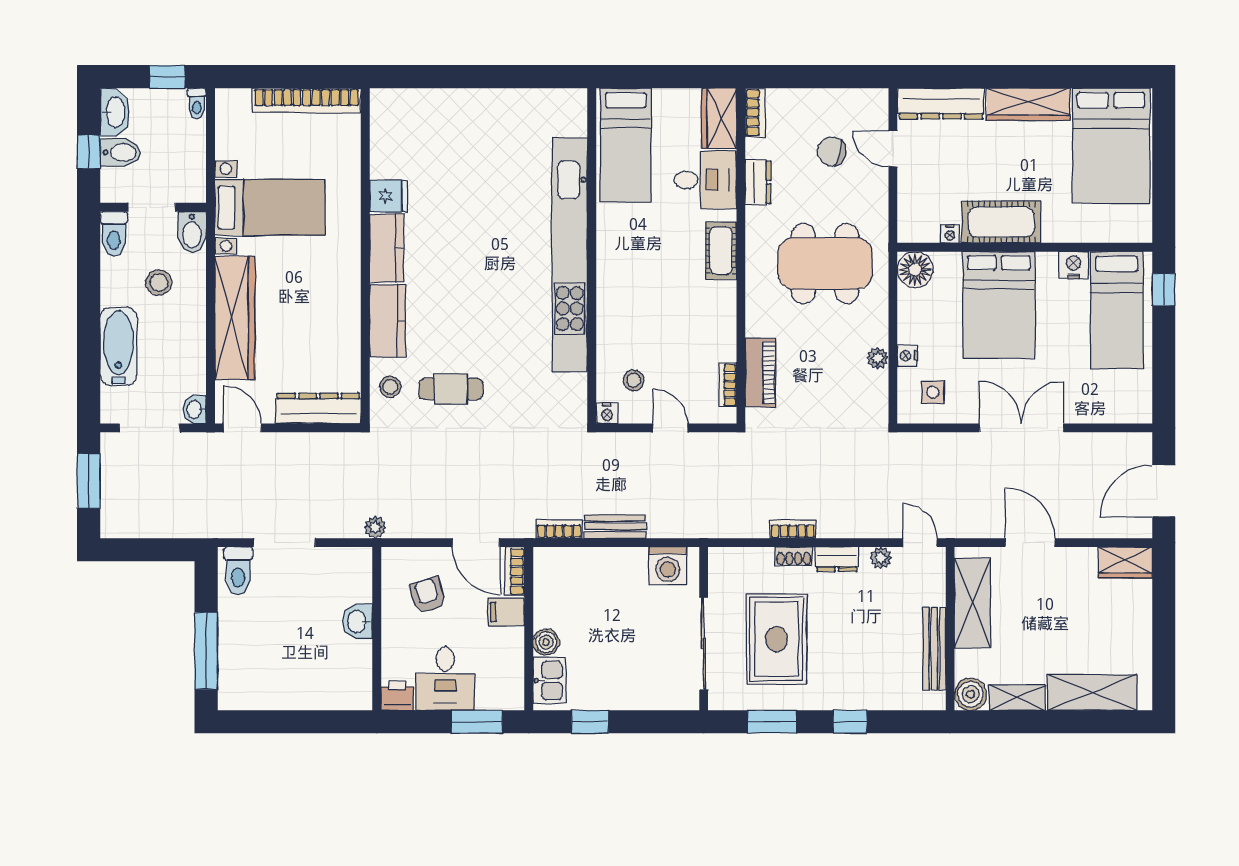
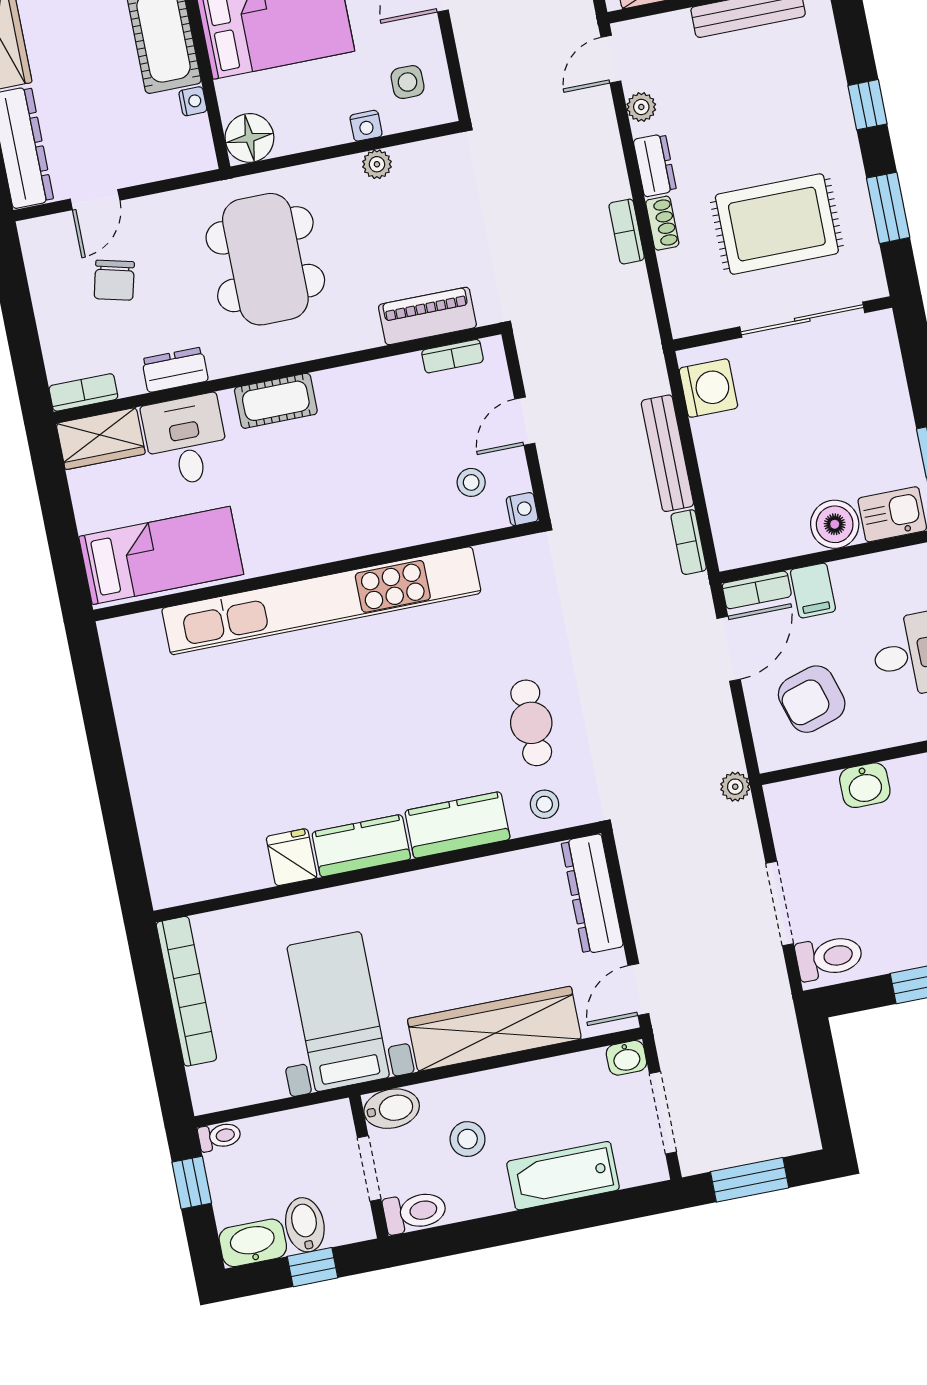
bench: (615, 527) -> (667, 453), width x1.36
armchair: (428, 595) -> (812, 699), width x1.38, depth x1.38
boiler: (546, 642) -> (835, 524), width x1.36, depth x1.36

